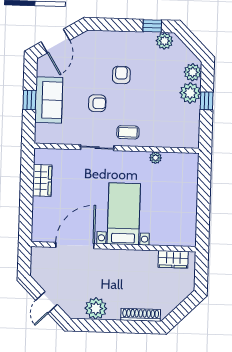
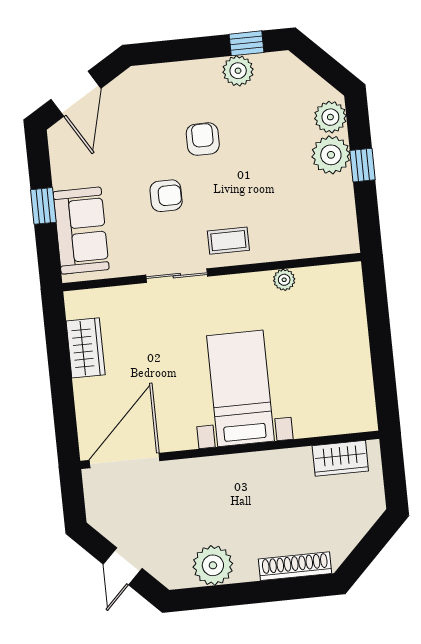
plant: (164, 41) -> (238, 71), moved
sofa: (49, 100) -> (81, 231), moved
door: (75, 245) -> (125, 461), moved

